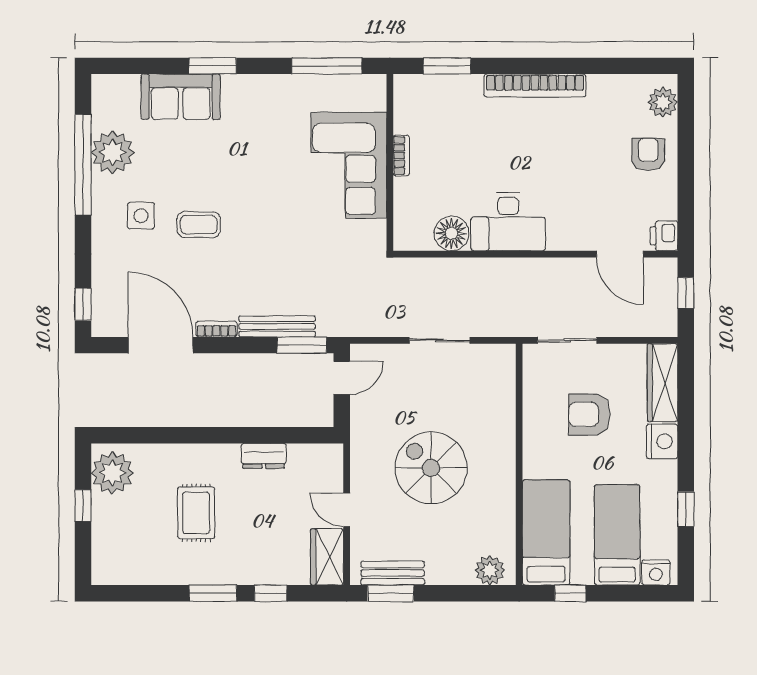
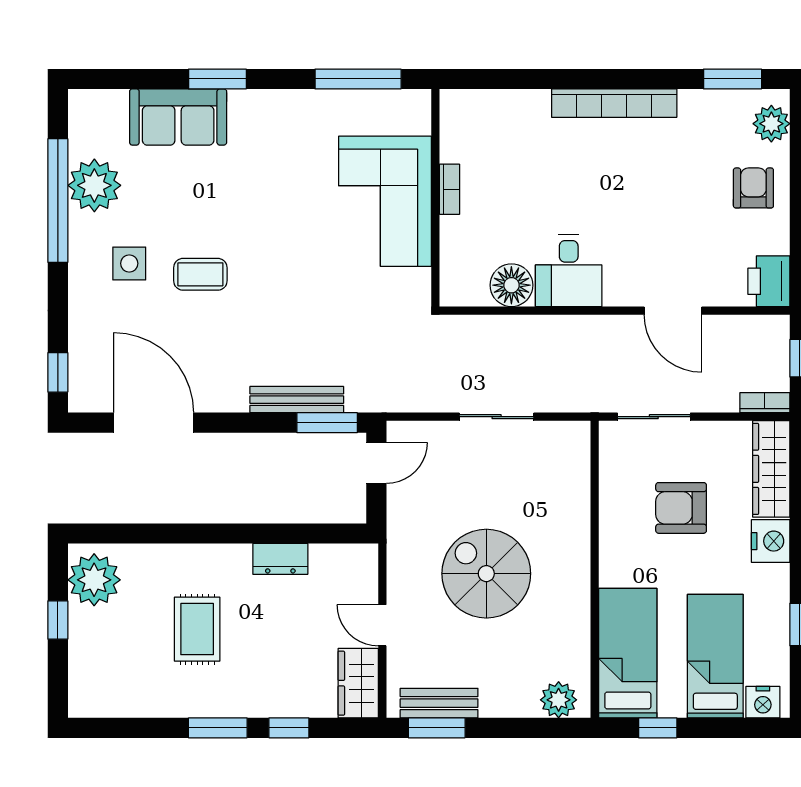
window: (447, 66) -> (733, 79), moved
desk: (508, 222) -> (569, 271), width x0.73
printer: (664, 236) -> (769, 281), width x1.36, depth x1.24
door: (620, 254) -> (673, 311), moved
bookcase: (217, 329) -> (765, 403), moved

